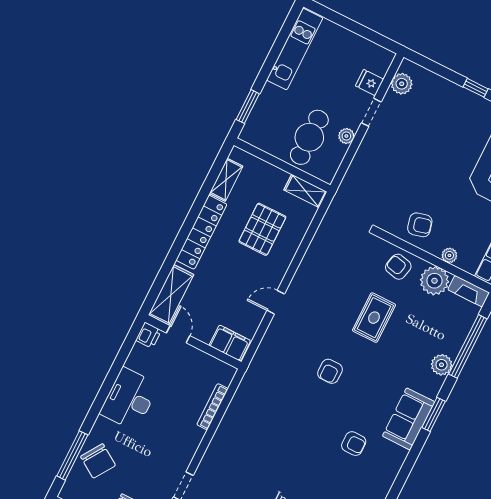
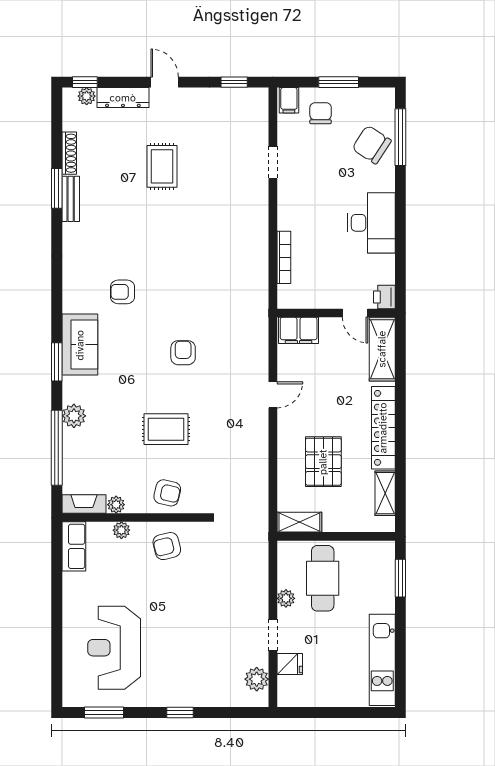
plant: (434, 281) -> (116, 505), width x0.53, depth x0.53
rug: (374, 318) -> (166, 429), turned 90

